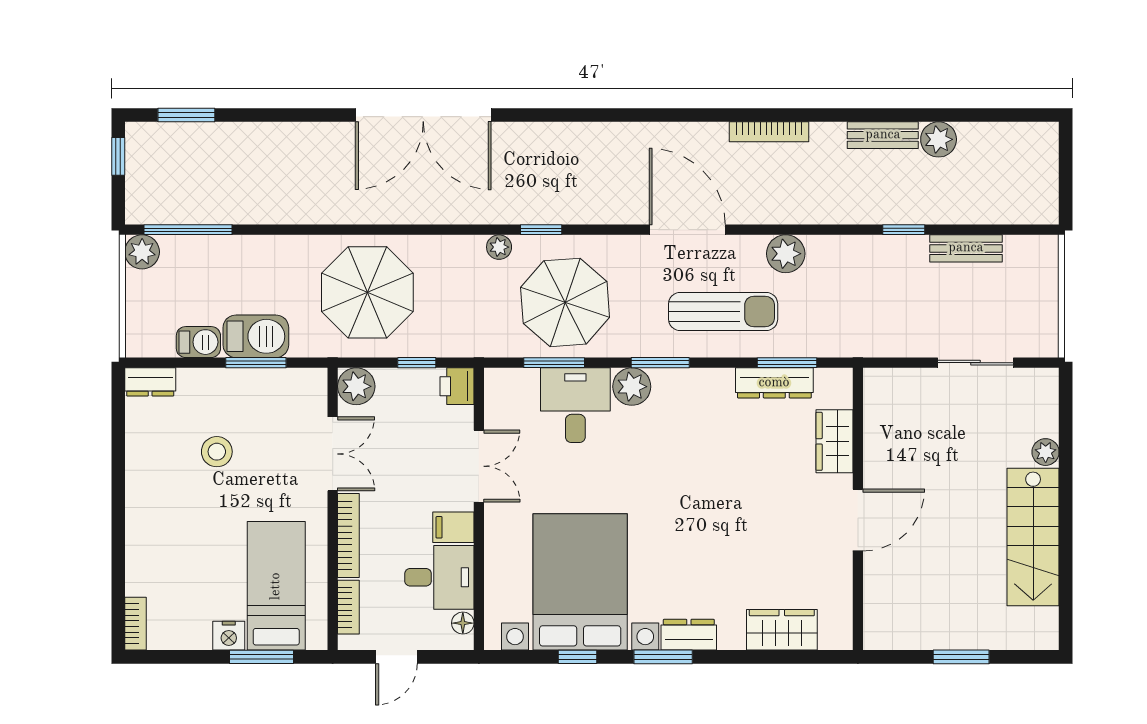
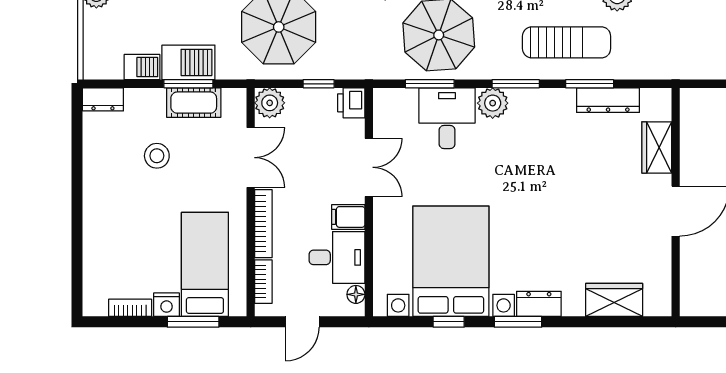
window: (787, 363) -> (590, 84), moved
cot: (262, 386) -> (194, 103), added
bookcase: (135, 624) -> (130, 308), moved, turned -90

